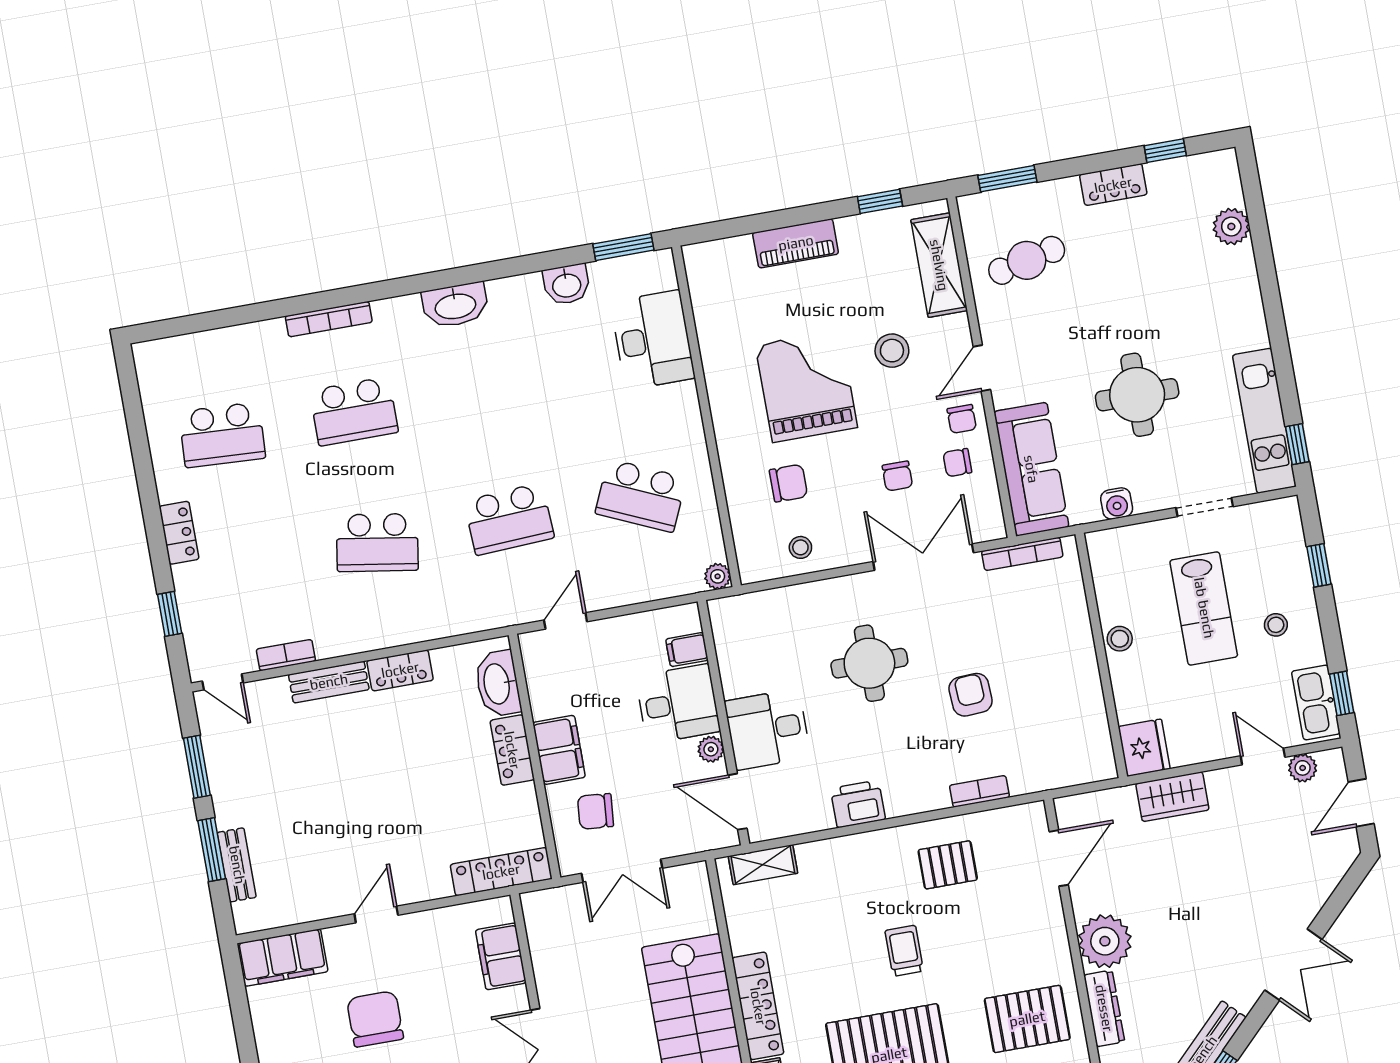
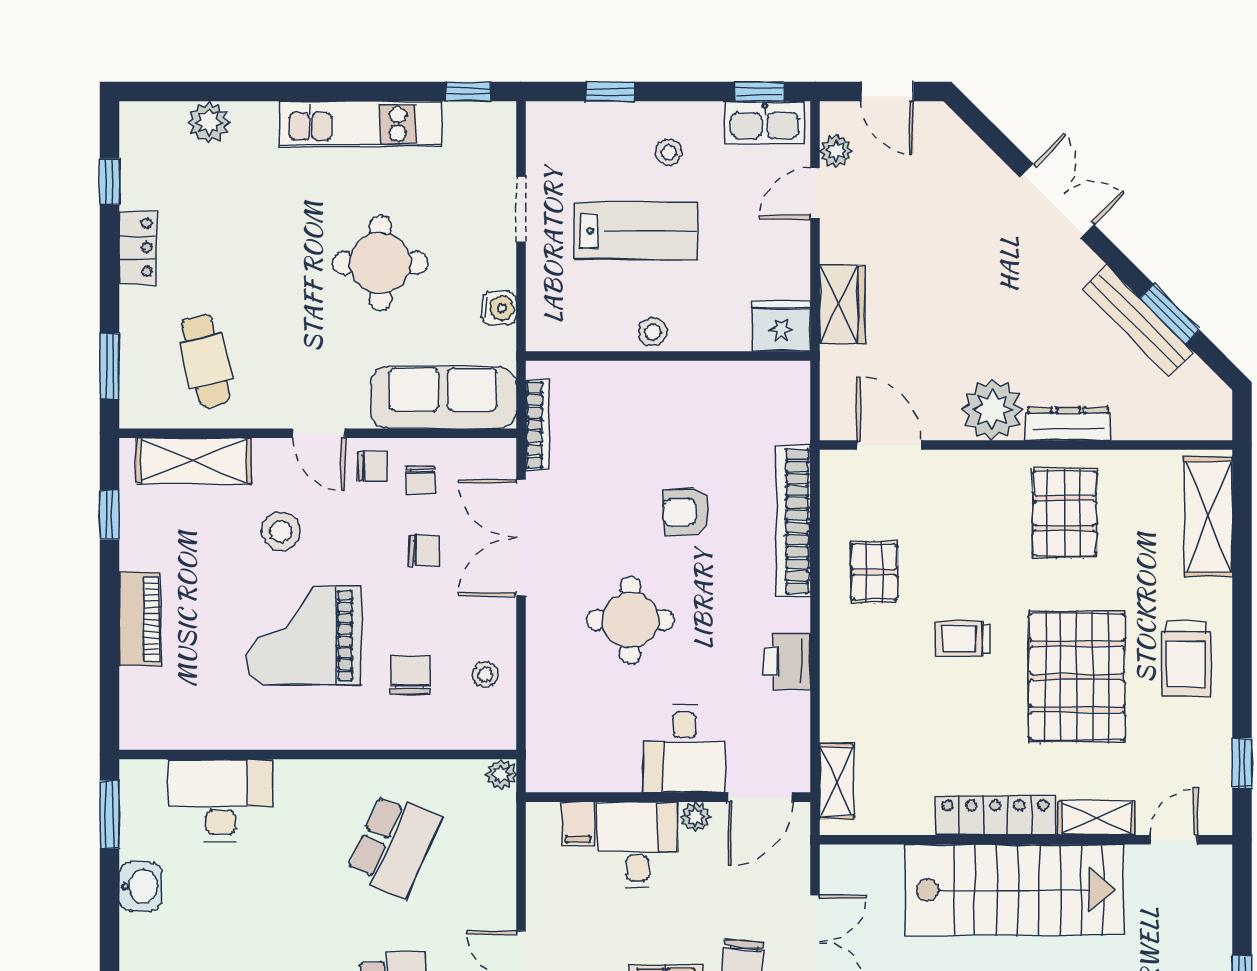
kitchen unit: (1264, 421) -> (361, 124), moved
bookcase: (979, 791) -> (793, 521), width x2.31, depth x1.31

